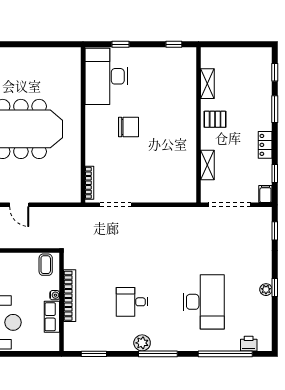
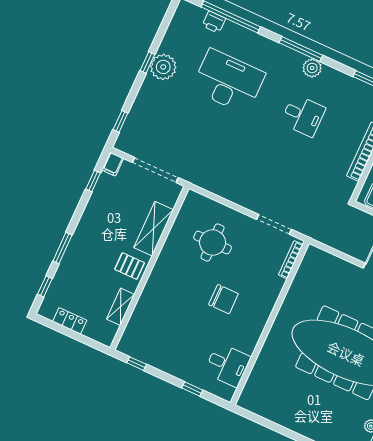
desk: (106, 76) -> (227, 365), width x0.53, depth x0.77
chair: (128, 127) -> (223, 299), turned 180
locker: (265, 145) -> (70, 321), moved, turned -90
shelving: (207, 165) -> (154, 229), width x1.50, depth x1.33
round table: (158, 168) -> (213, 242), added
plant: (266, 290) -> (163, 67), width x1.87, depth x1.87
desk: (204, 302) -> (228, 81), turned 90
printer: (249, 344) -> (214, 22), moved

